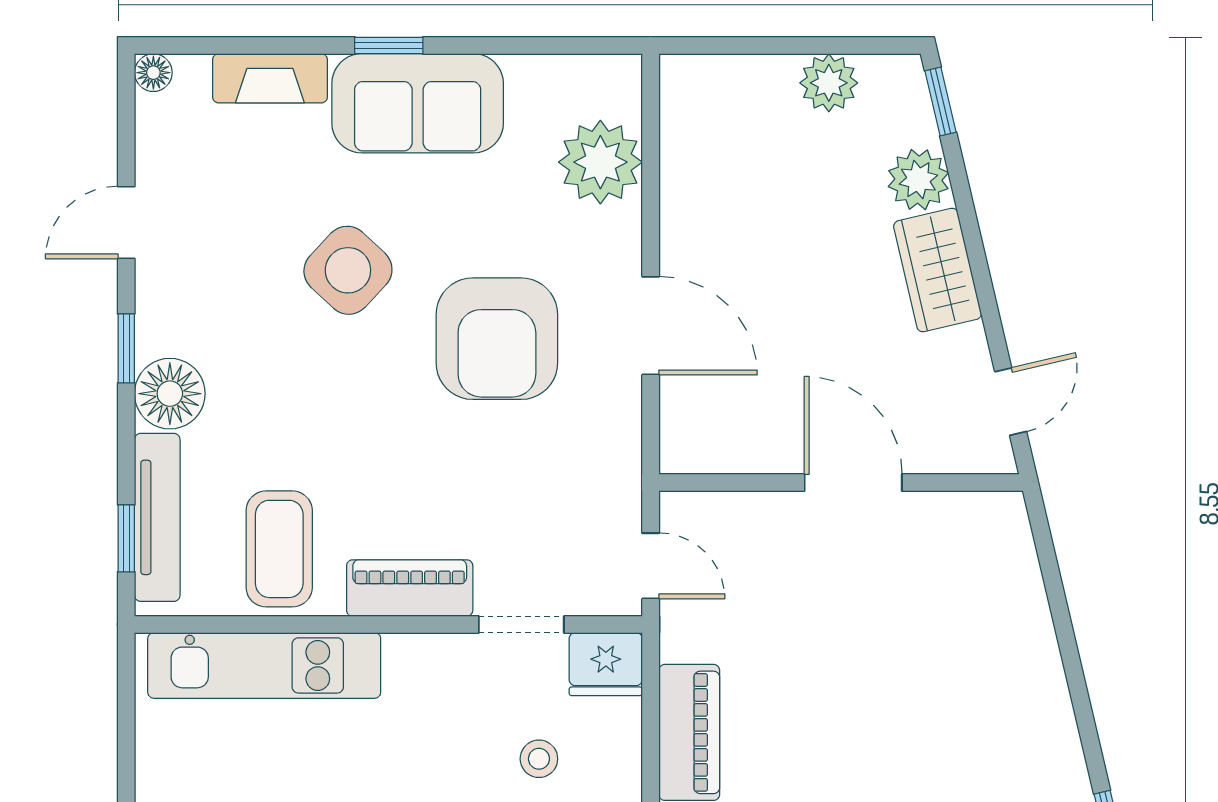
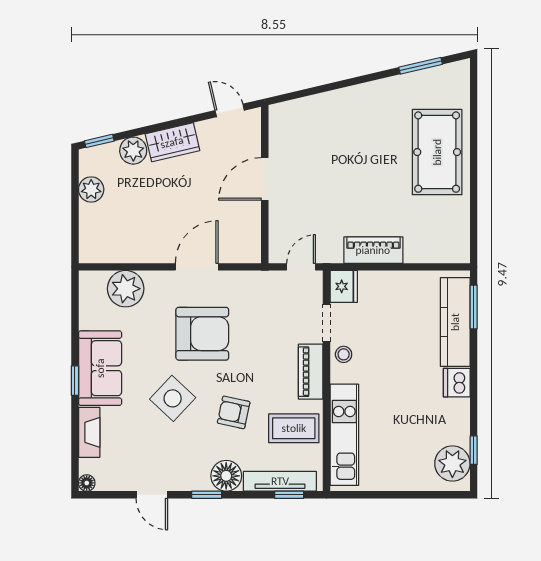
armchair: (316, 411) -> (234, 412), added
stool: (539, 759) -> (344, 354), moved

